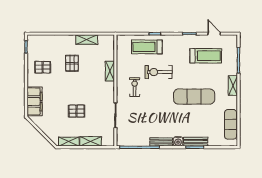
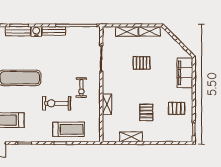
exercise bike: (159, 72) -> (57, 103), turned 180

